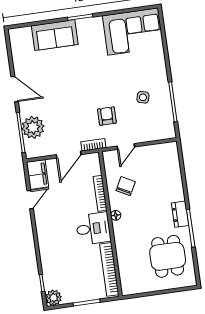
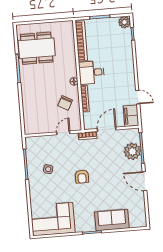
armchair: (107, 116) -> (82, 177), moved
door: (30, 200) -> (138, 97), swing flipped
dresser: (180, 214) -> (25, 79), removed
dining table: (168, 256) -> (37, 48), width x1.38

